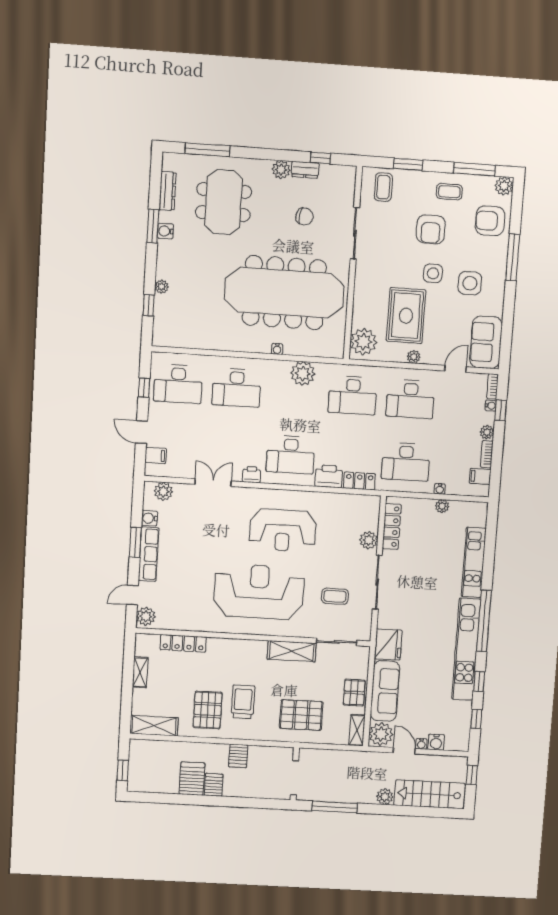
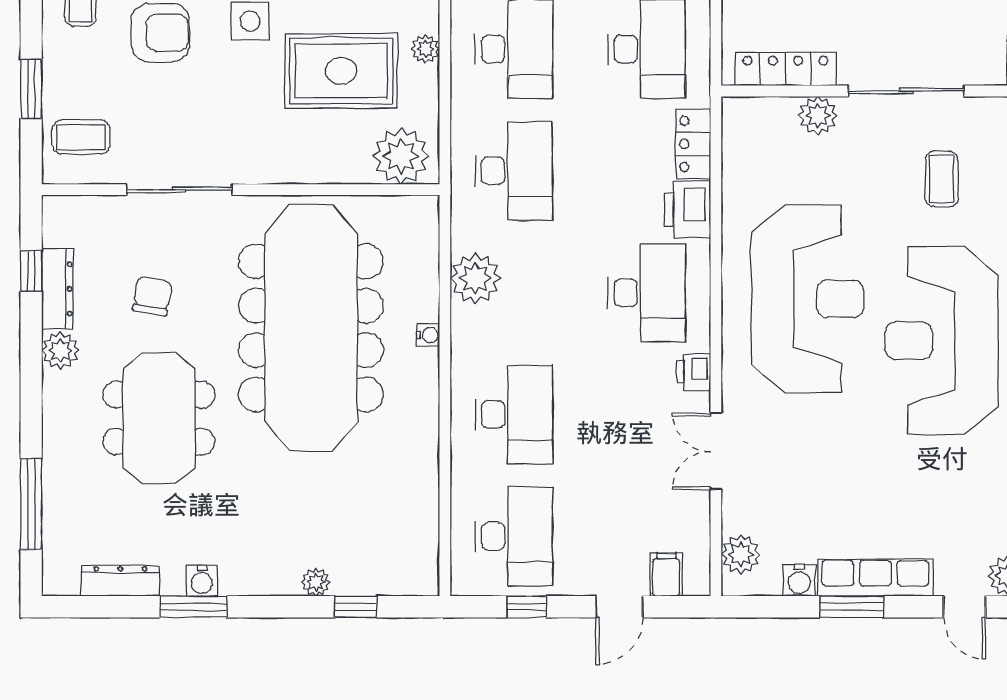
dresser: (305, 170) -> (57, 289), width x1.44
meeting table: (224, 202) -> (159, 418), moved, turned 90
reception desk: (283, 530) -> (807, 299), width x1.36, depth x1.30

